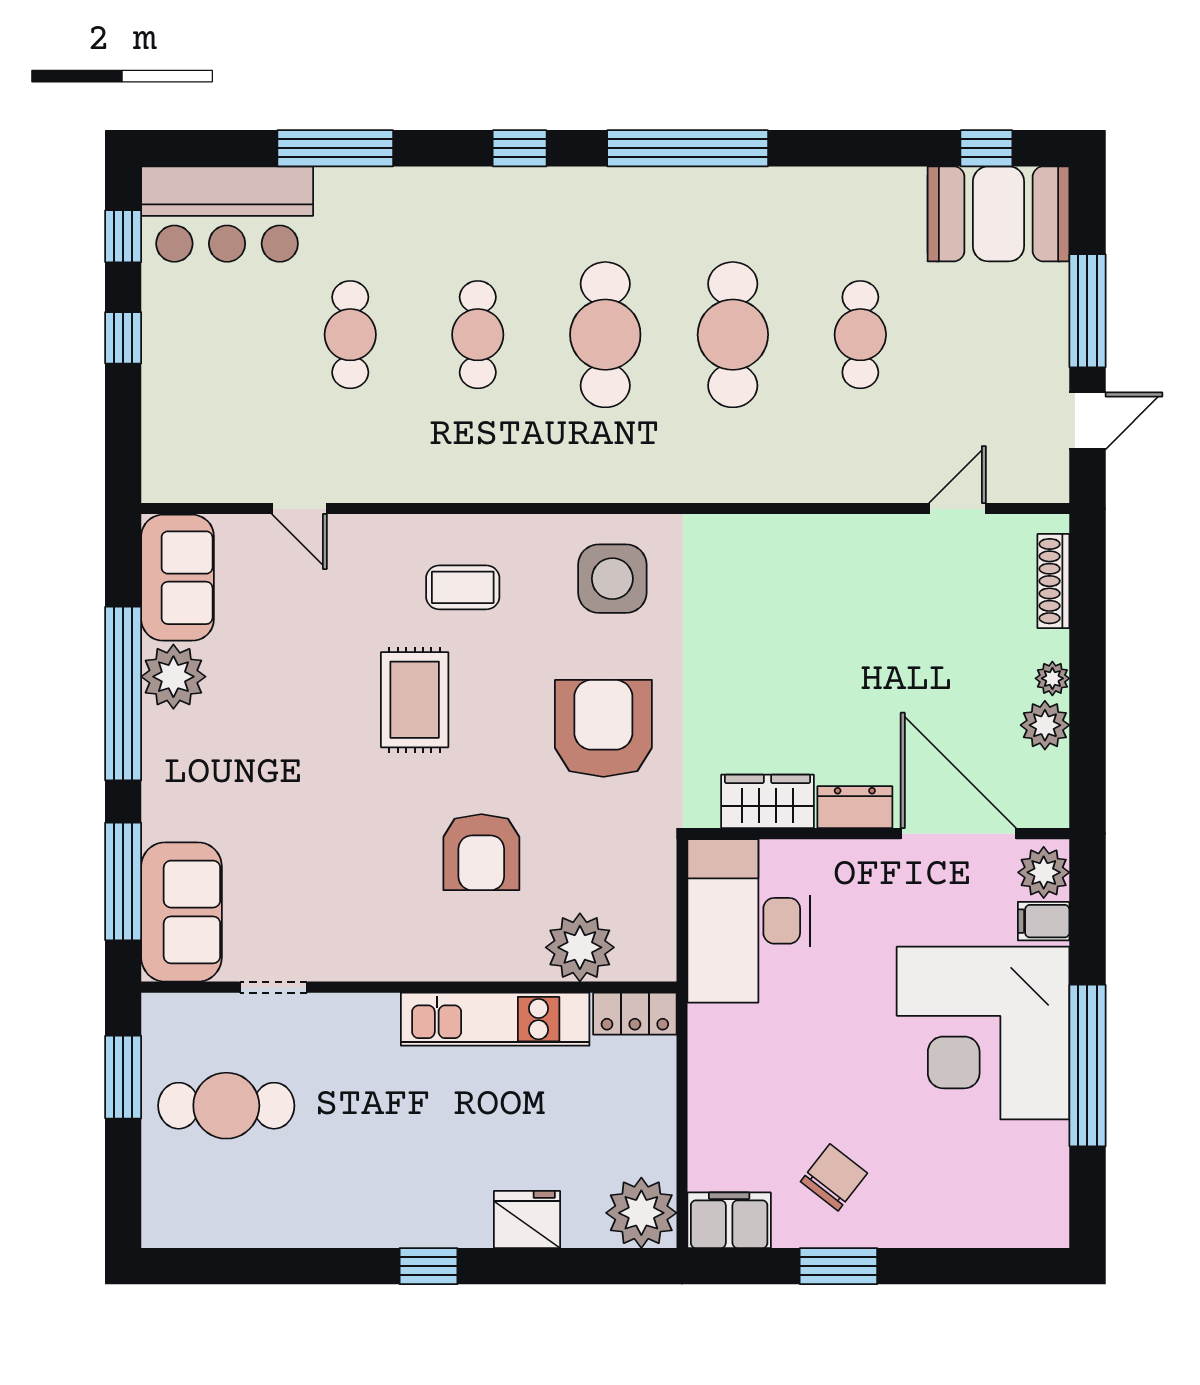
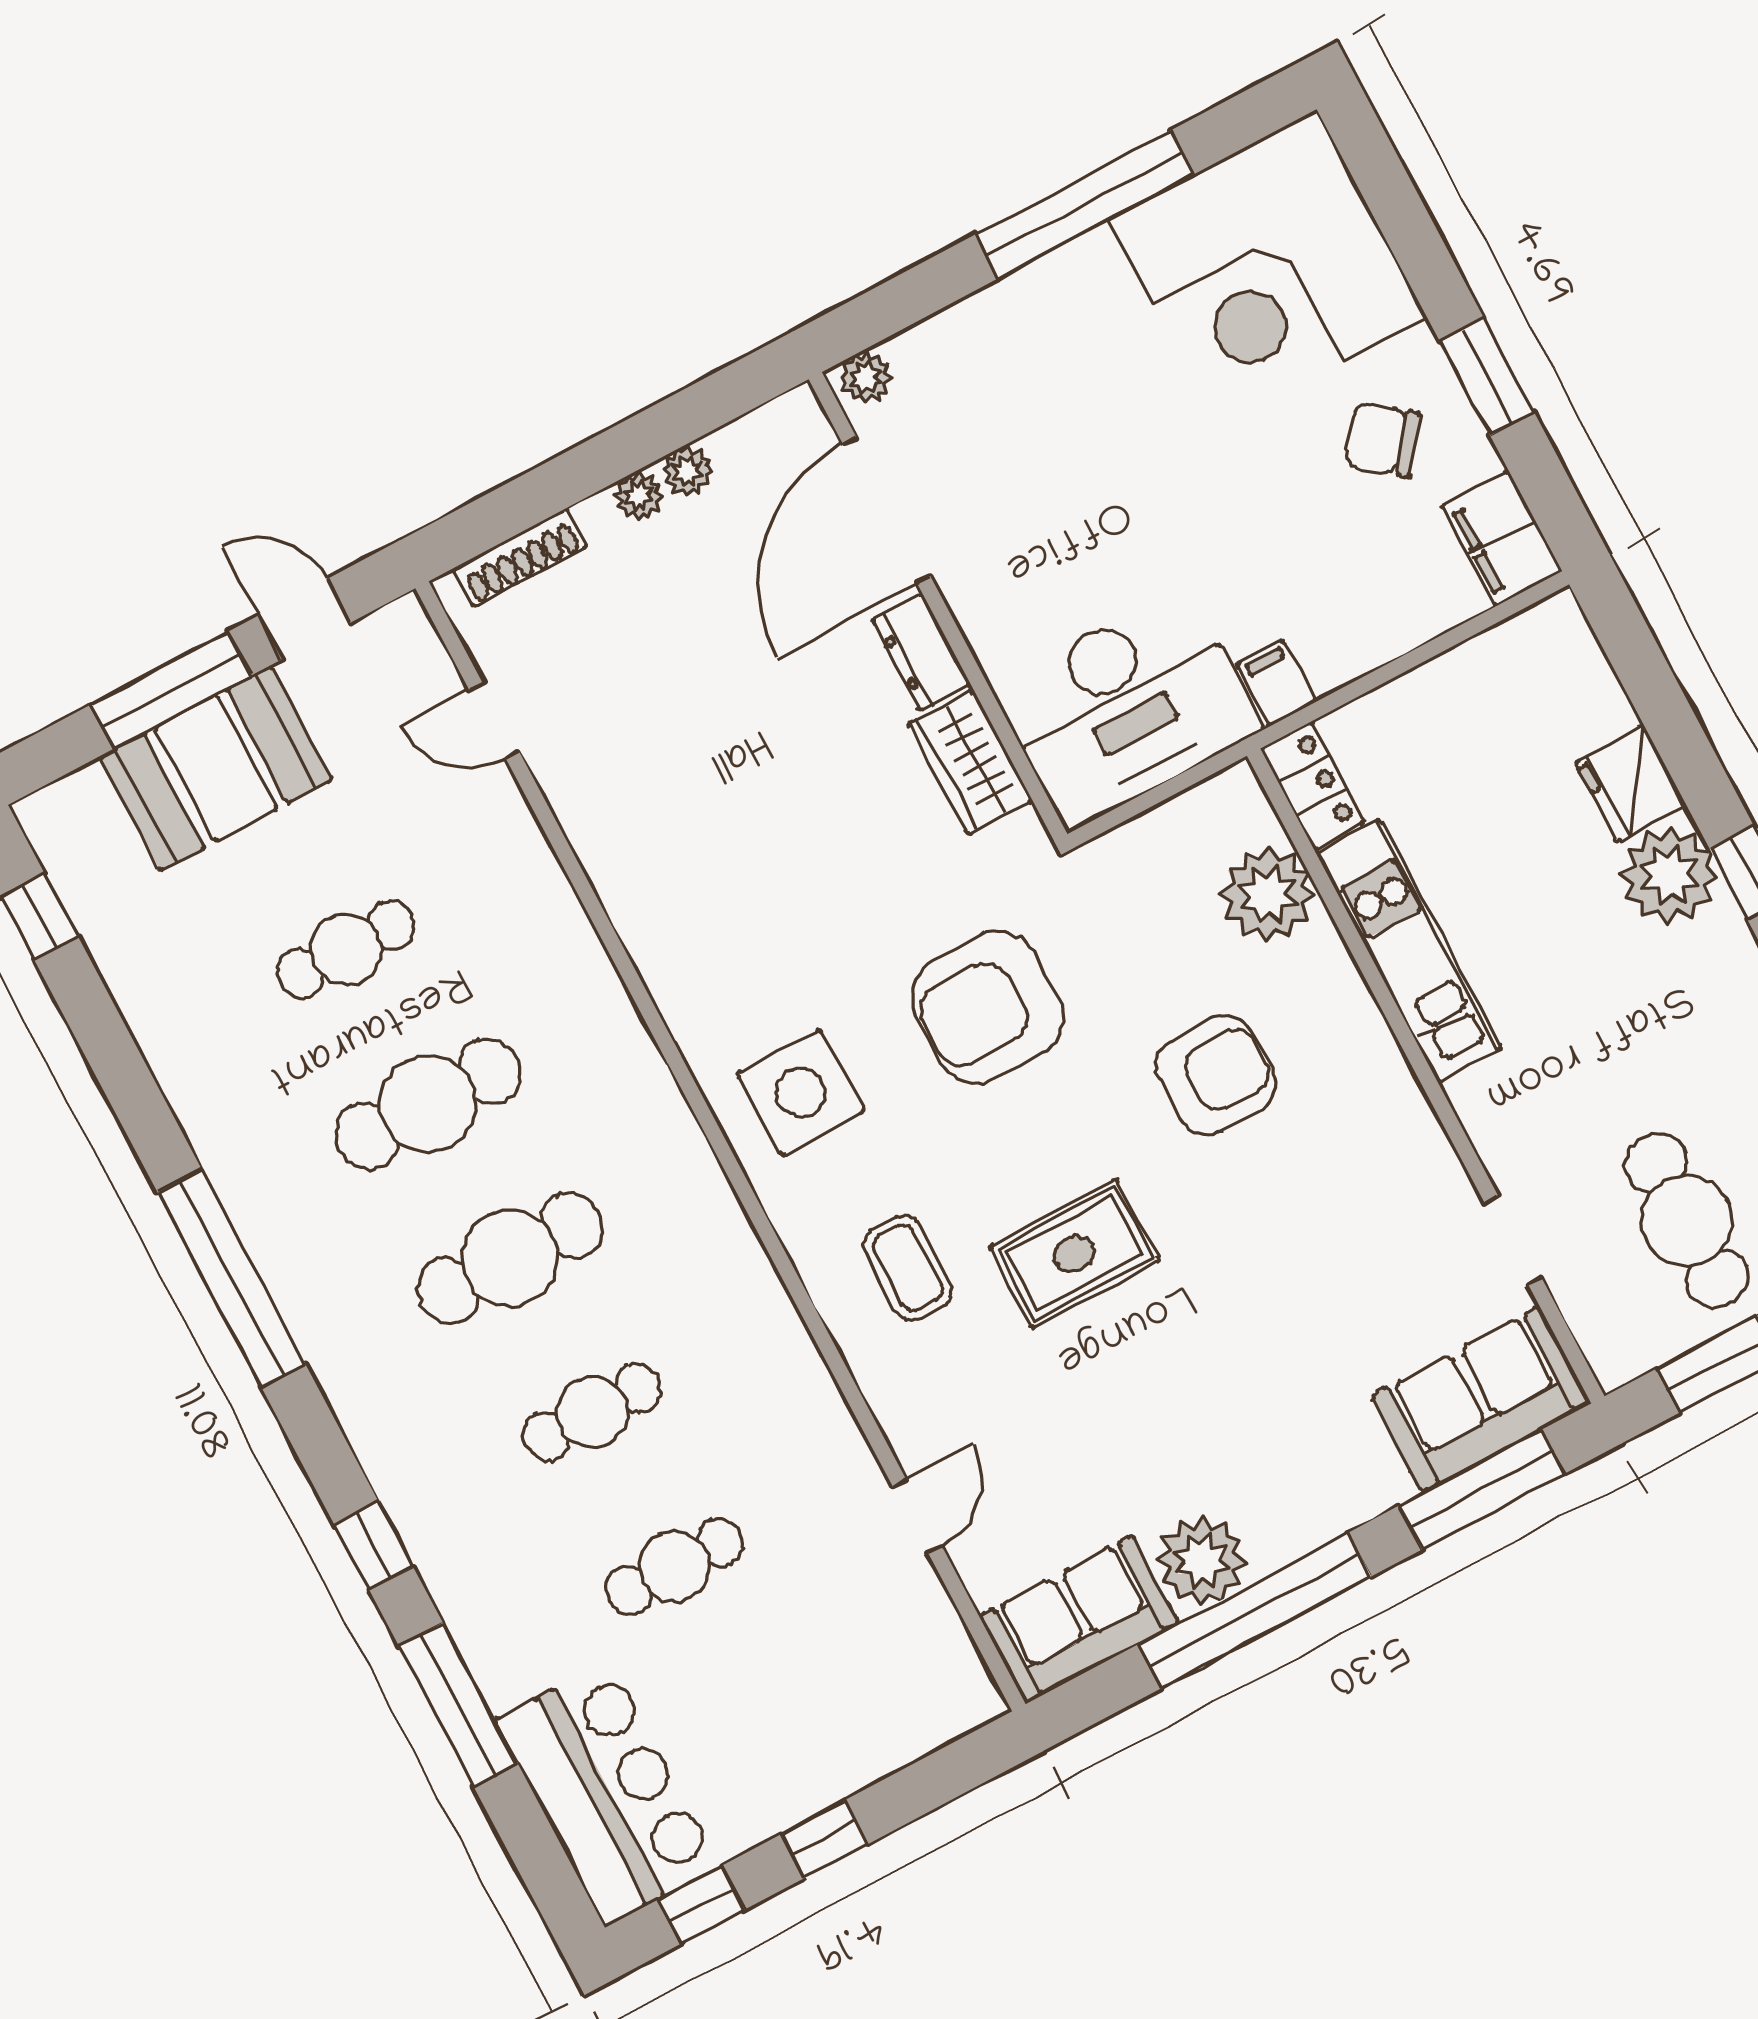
window: (520, 148) -> (374, 1546), moved
booth: (999, 214) -> (216, 768), moved, turned 90
plant: (1045, 725) -> (687, 471), width x0.73, depth x0.73
plant: (1044, 872) -> (866, 378), width x0.73, depth x0.73
filing cabinet: (1044, 921) -> (1276, 683), moved, turned 180
corner desk: (983, 1033) -> (1268, 269), moved, turned 90
plant: (641, 1213) -> (1669, 875), moved

